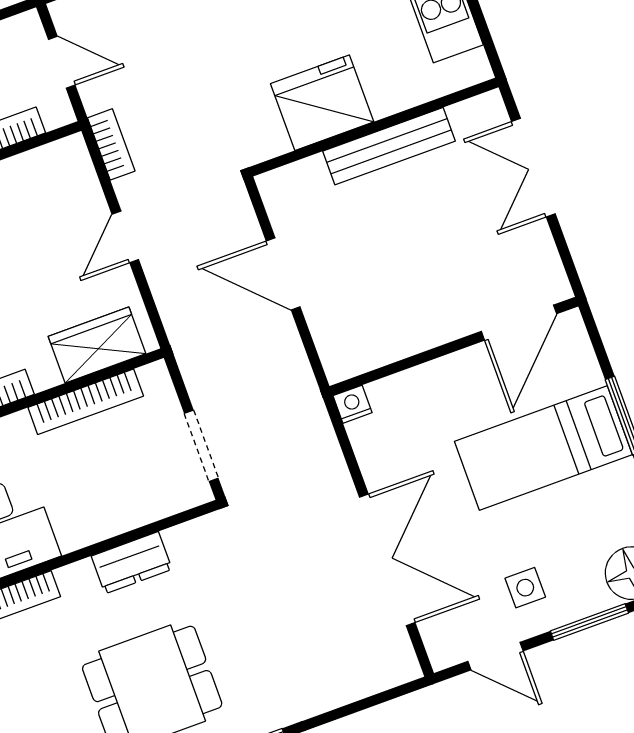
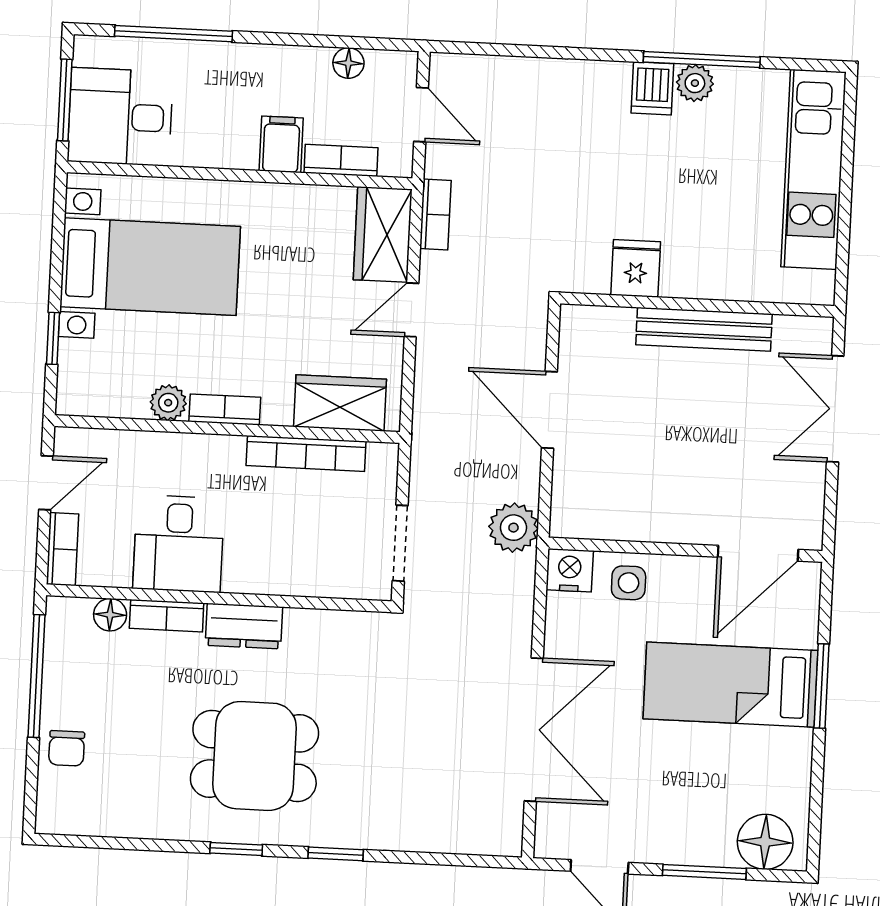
fridge: (322, 103) -> (636, 268), width x0.53, depth x0.75
wardrobe: (72, 181) -> (383, 234), added
plant: (295, 390) -> (513, 528), added
nightstand: (353, 404) -> (570, 570), width x1.39, depth x1.35
dresser: (132, 563) -> (244, 626), moved
side table: (525, 588) -> (629, 583), moved

